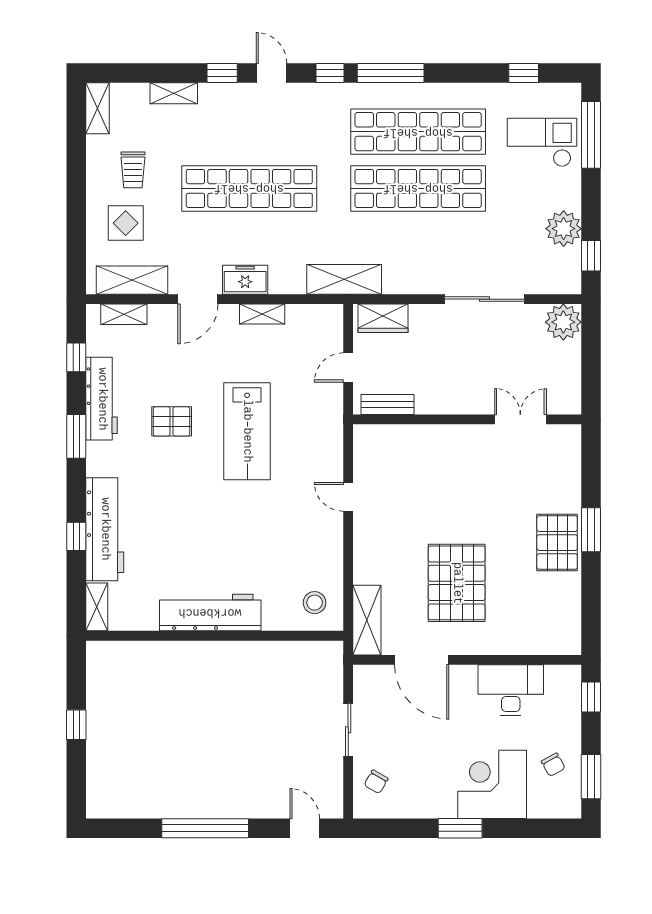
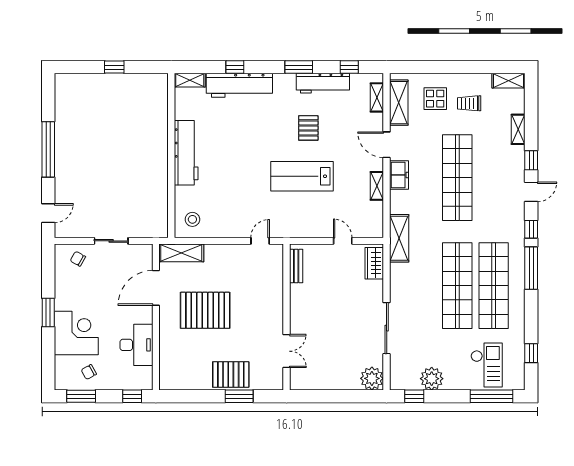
bench: (388, 404) -> (296, 266), moved
wall: (467, 419) -> (287, 317), moved
double door: (520, 419) -> (287, 351), moved

